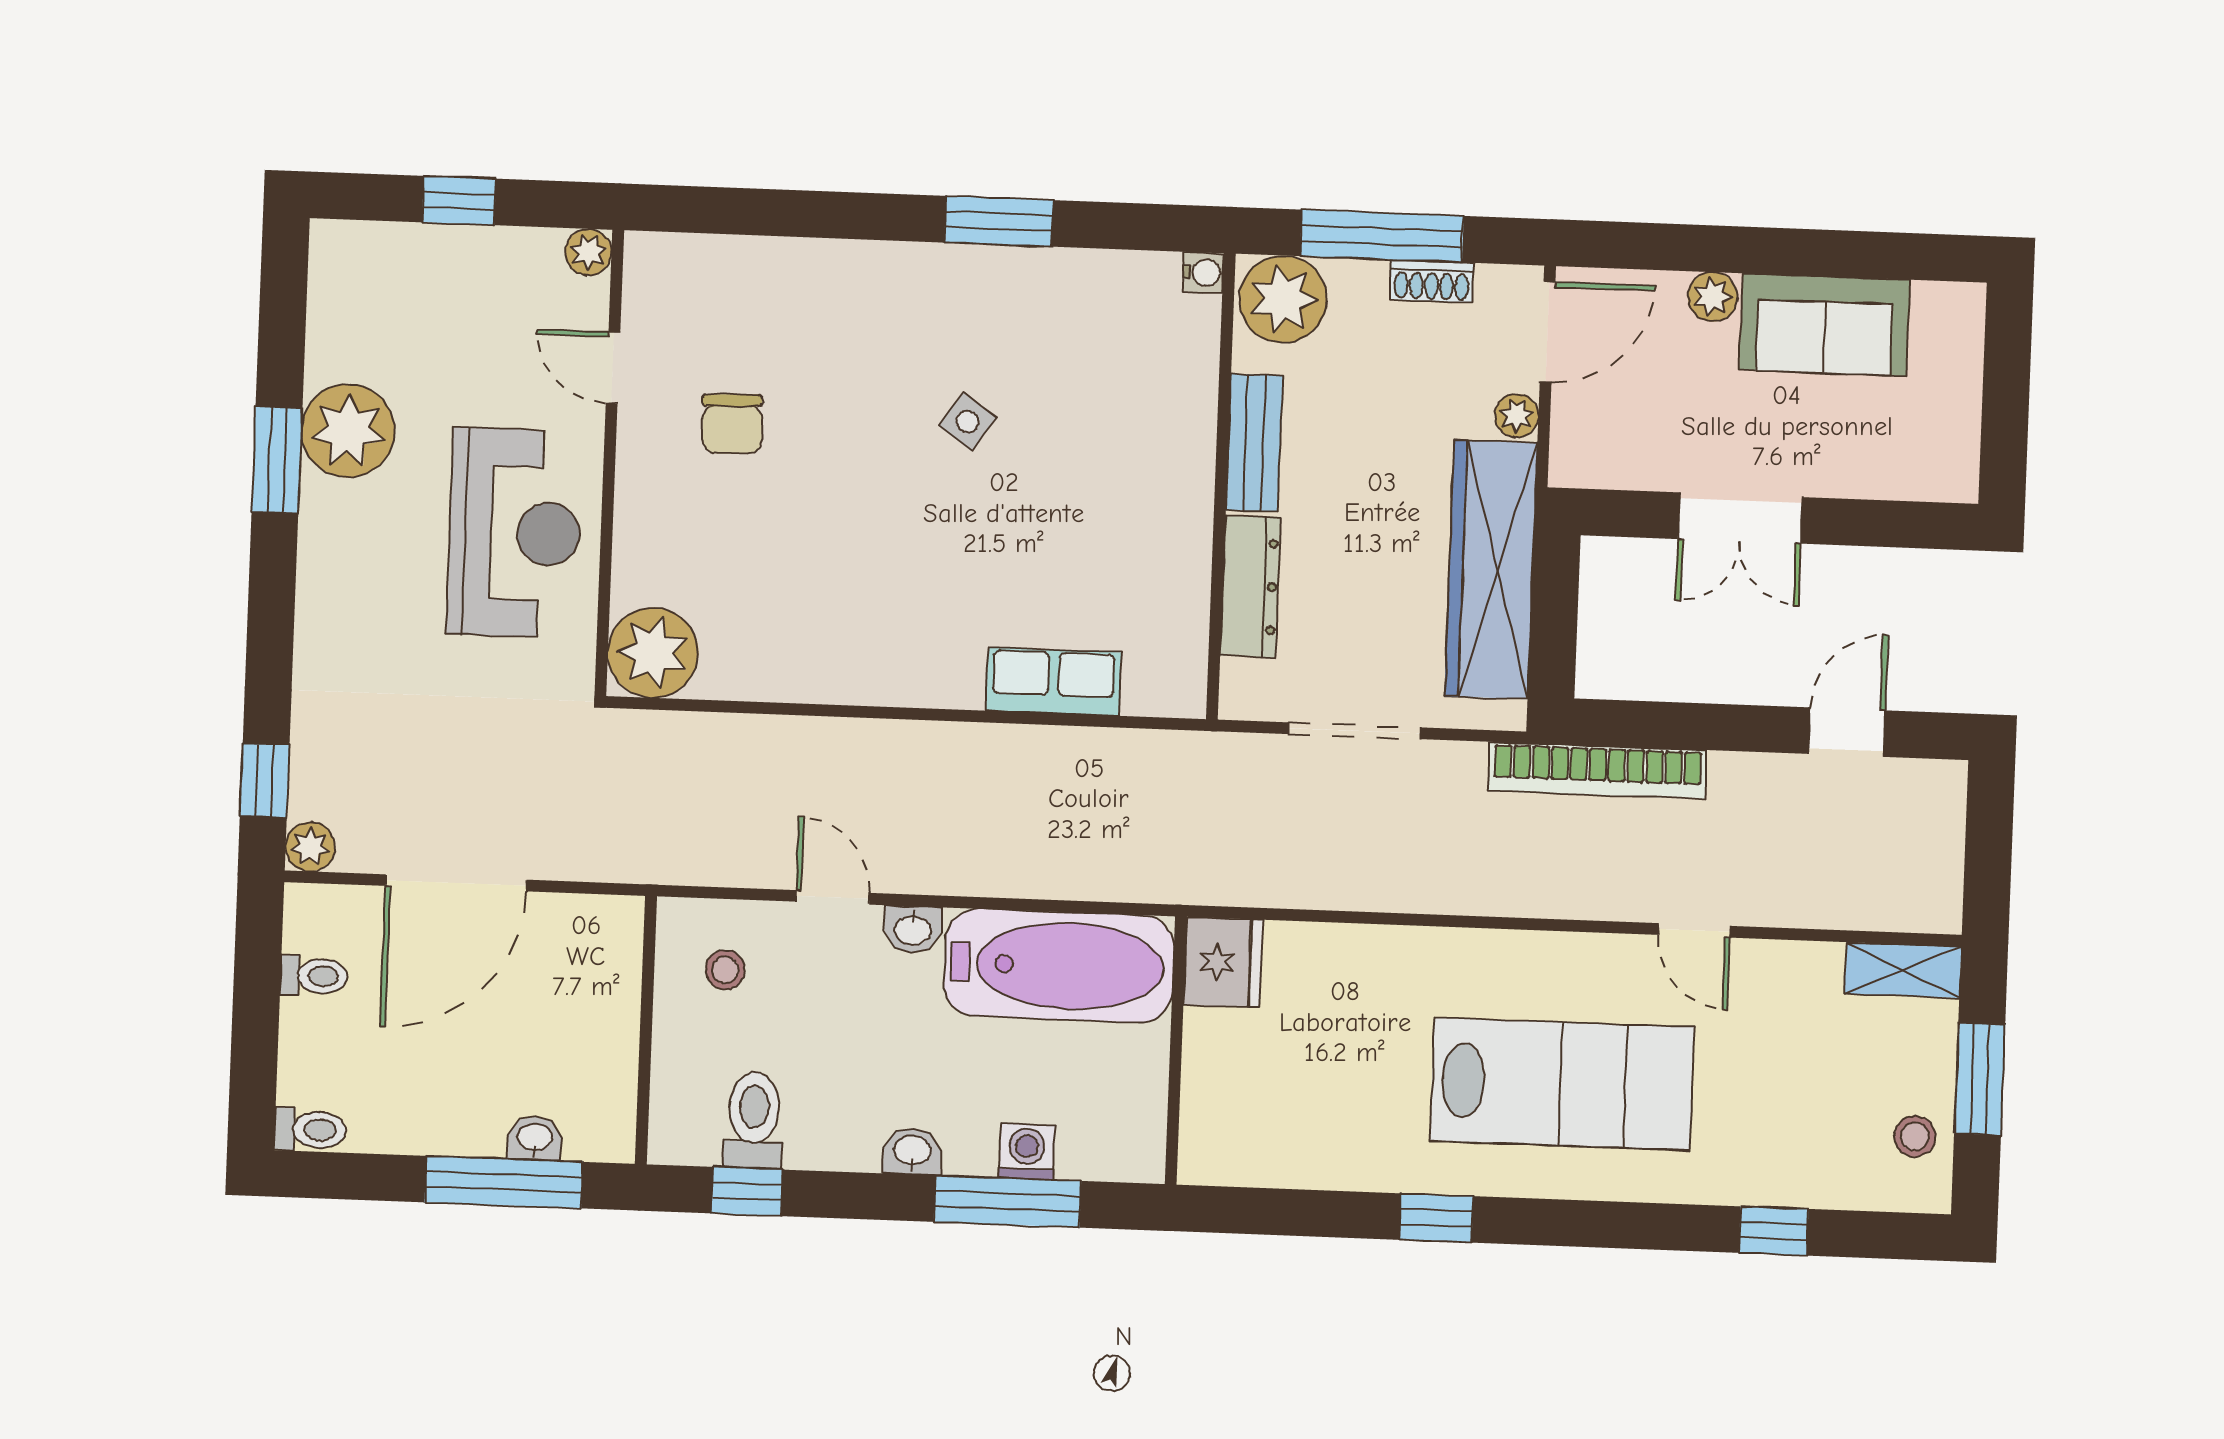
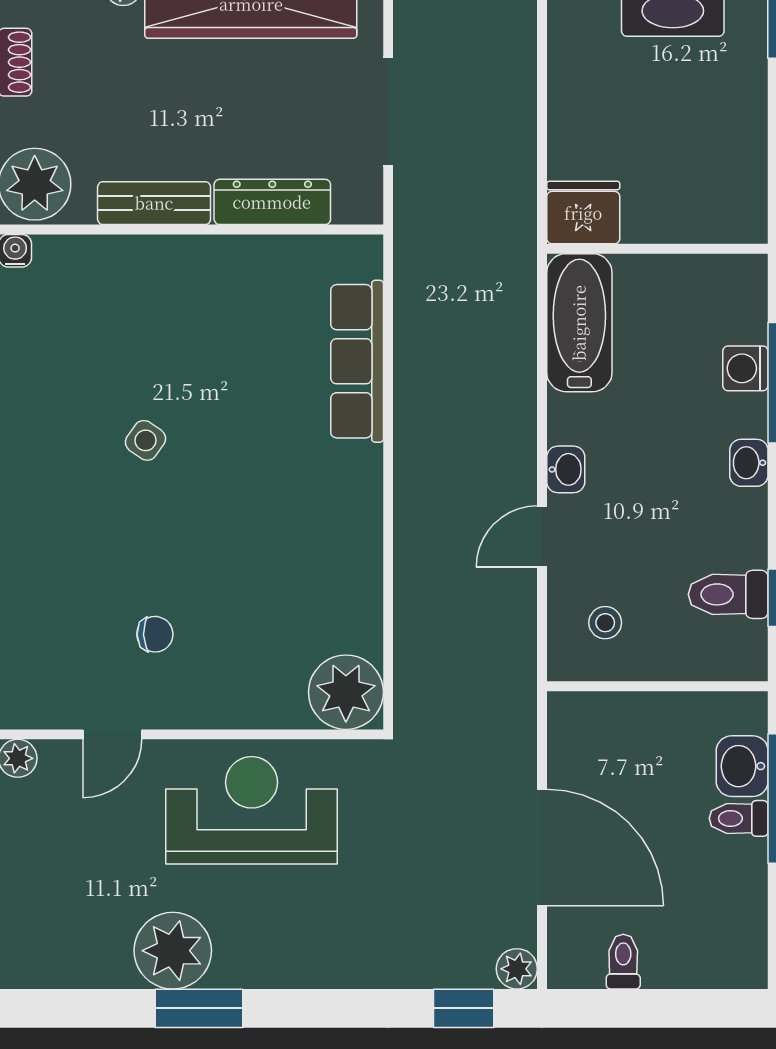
chair: (732, 424) -> (155, 634), width x0.73, depth x0.73
row of seats: (1053, 682) -> (357, 361), width x1.48
bathtub: (1059, 966) -> (579, 323), width x0.73, depth x0.73
toilet: (310, 1130) -> (739, 818), moved, turned -90
washbasin: (535, 1138) -> (742, 766), width x1.38, depth x1.45

